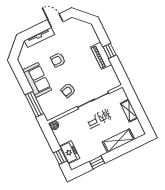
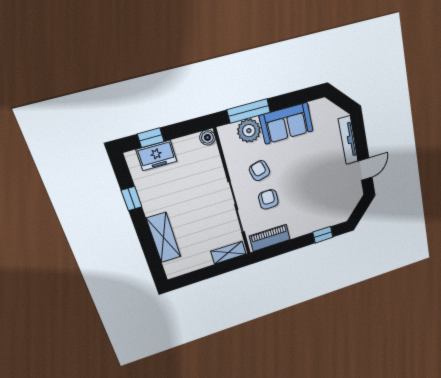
window: (110, 51) -> (323, 235), moved
piano: (101, 56) -> (270, 238), moved
armchair: (58, 60) -> (268, 199), moved
plant: (46, 102) -> (249, 131), added
shelving: (129, 111) -> (228, 253), moved

